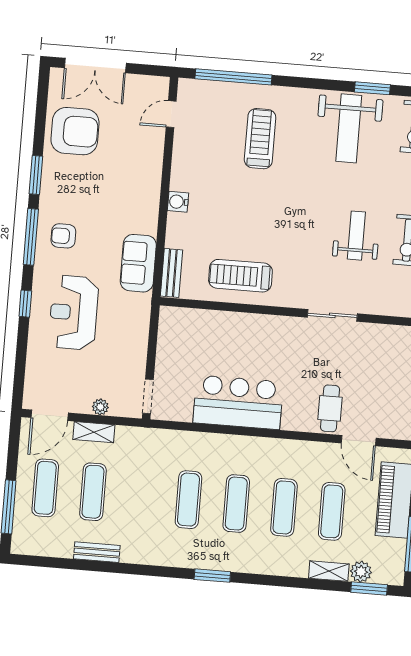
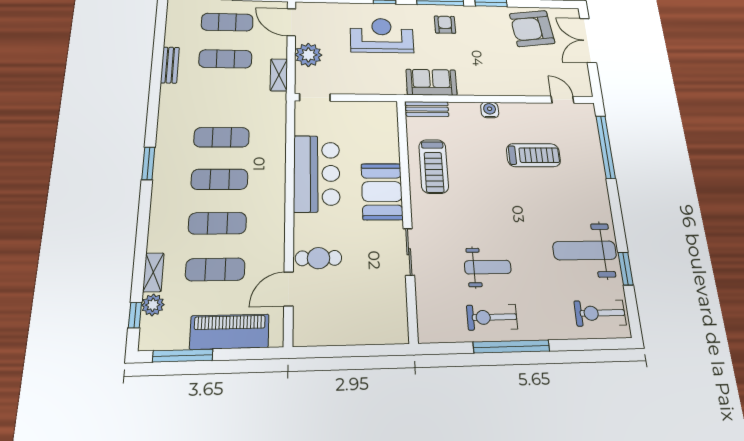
armchair: (75, 131) -> (532, 29), turned 83
treadmill: (260, 139) -> (533, 155), moved
treadmill: (240, 276) -> (434, 166), turned 180
booth: (264, 335) -> (382, 192), added
plant: (100, 407) -> (308, 55), width x1.88, depth x1.88
shelving: (94, 432) -> (279, 75), moved
window: (369, 588) -> (135, 315), width x0.67

